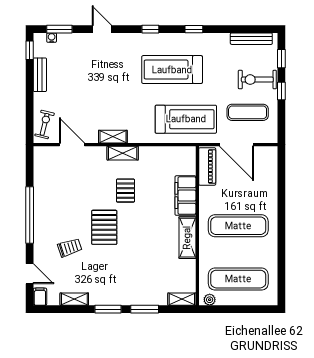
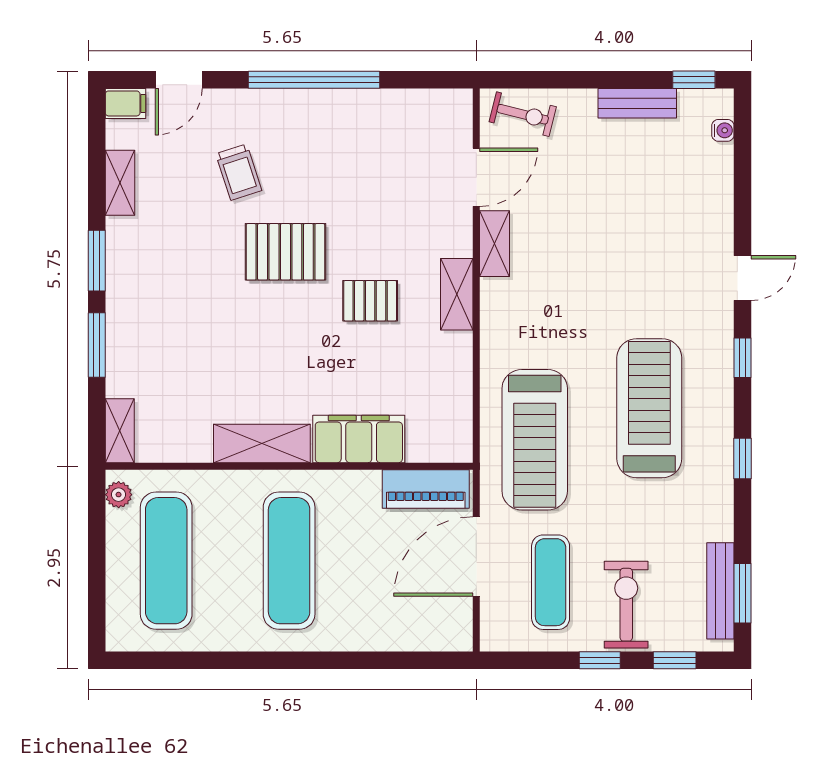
window: (59, 29) -> (743, 593), moved
door: (102, 29) -> (743, 278), moved
shelving: (113, 137) -> (495, 244), moved

